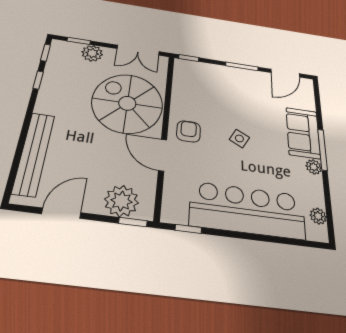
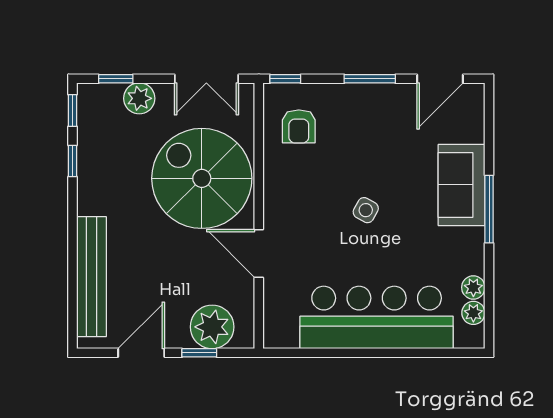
armchair: (188, 131) -> (299, 126), moved, turned 180
plant: (314, 167) -> (473, 287), moved
window: (133, 222) -> (199, 353), moved
window: (188, 229) -> (300, 353), removed

